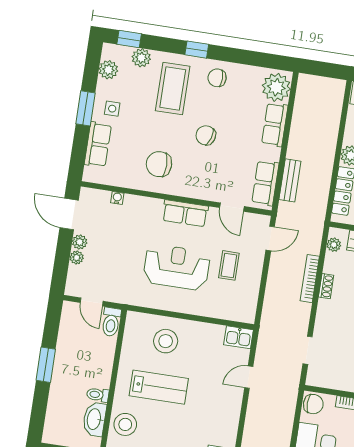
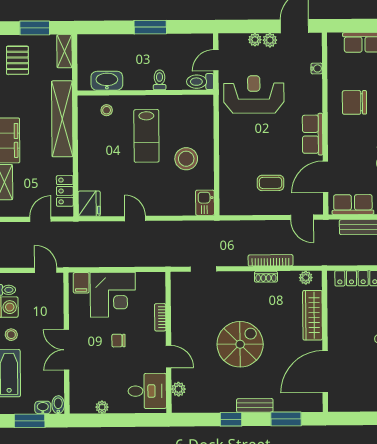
chair: (159, 164) -> (354, 102), turned -90
door: (232, 207) -> (325, 177), width x1.38
reception desk: (177, 267) -> (254, 94), moved, turned -90
stool: (166, 341) -> (186, 159), moved
door: (249, 377) -> (135, 219), moved
toilet: (98, 395) -> (160, 80), moved
chair: (313, 404) -> (154, 283), removed
stool: (125, 424) -> (107, 110), width x0.53, depth x0.53

